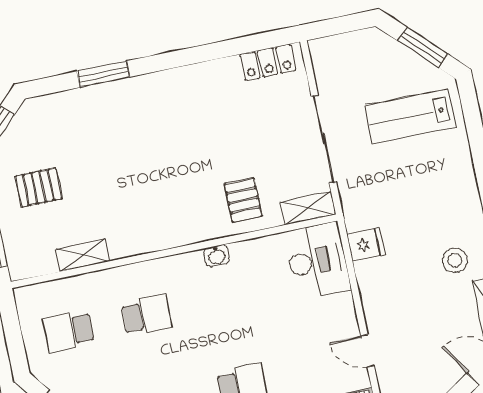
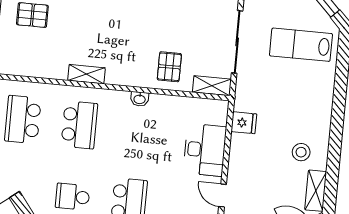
shelving: (83, 255) -> (86, 74), moved
desk: (317, 261) -> (205, 150), moved
school desk: (147, 315) -> (79, 125), width x1.85
school desk: (69, 331) -> (23, 120), width x1.85

